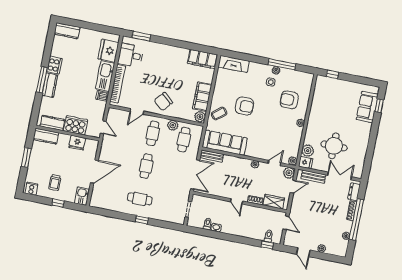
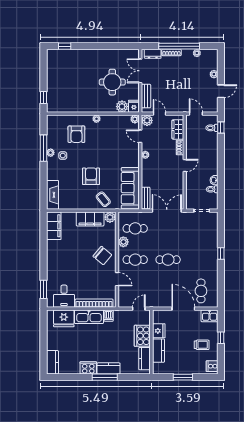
sofa: (367, 107) -> (68, 57), removed
kitchen counter: (46, 136) -> (158, 351), moved
cafe table: (140, 199) -> (201, 291), moved
door: (286, 223) -> (196, 114), hinge flipped

